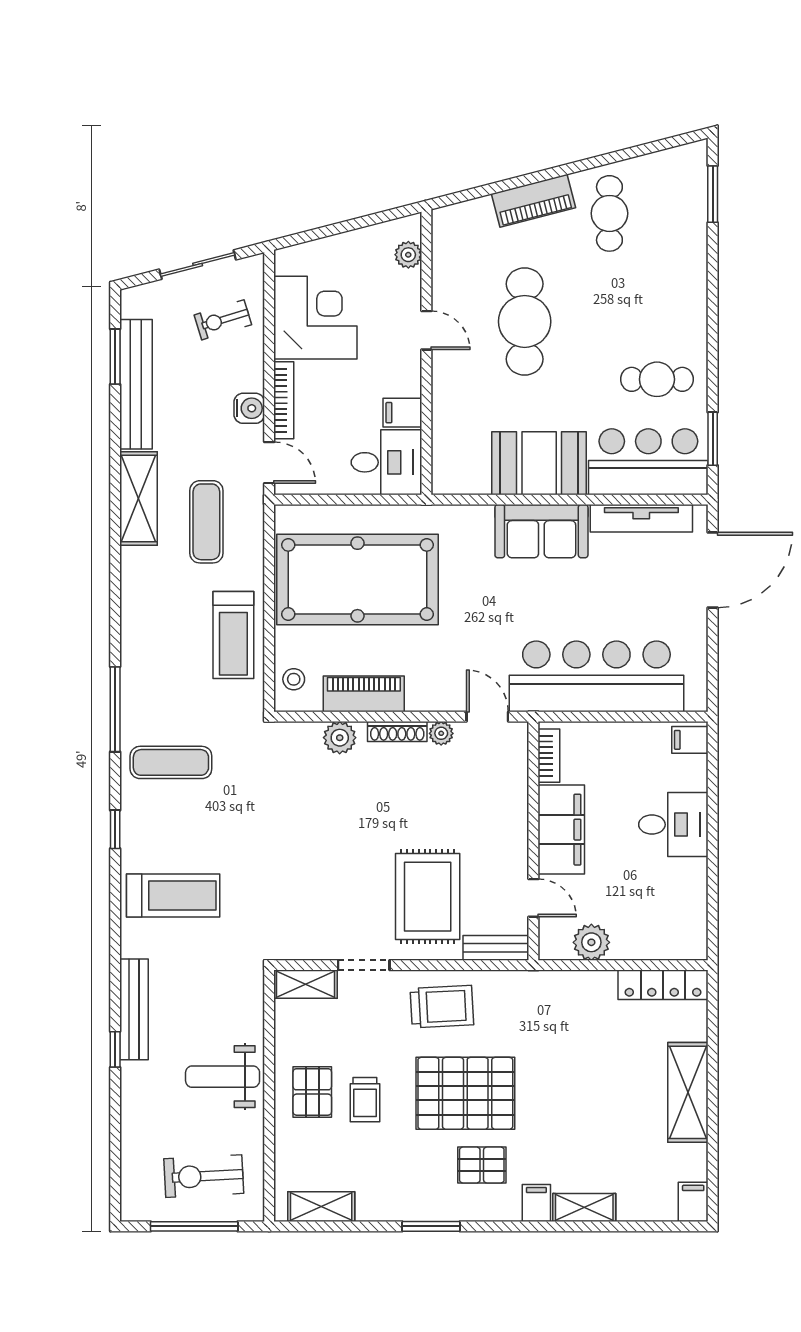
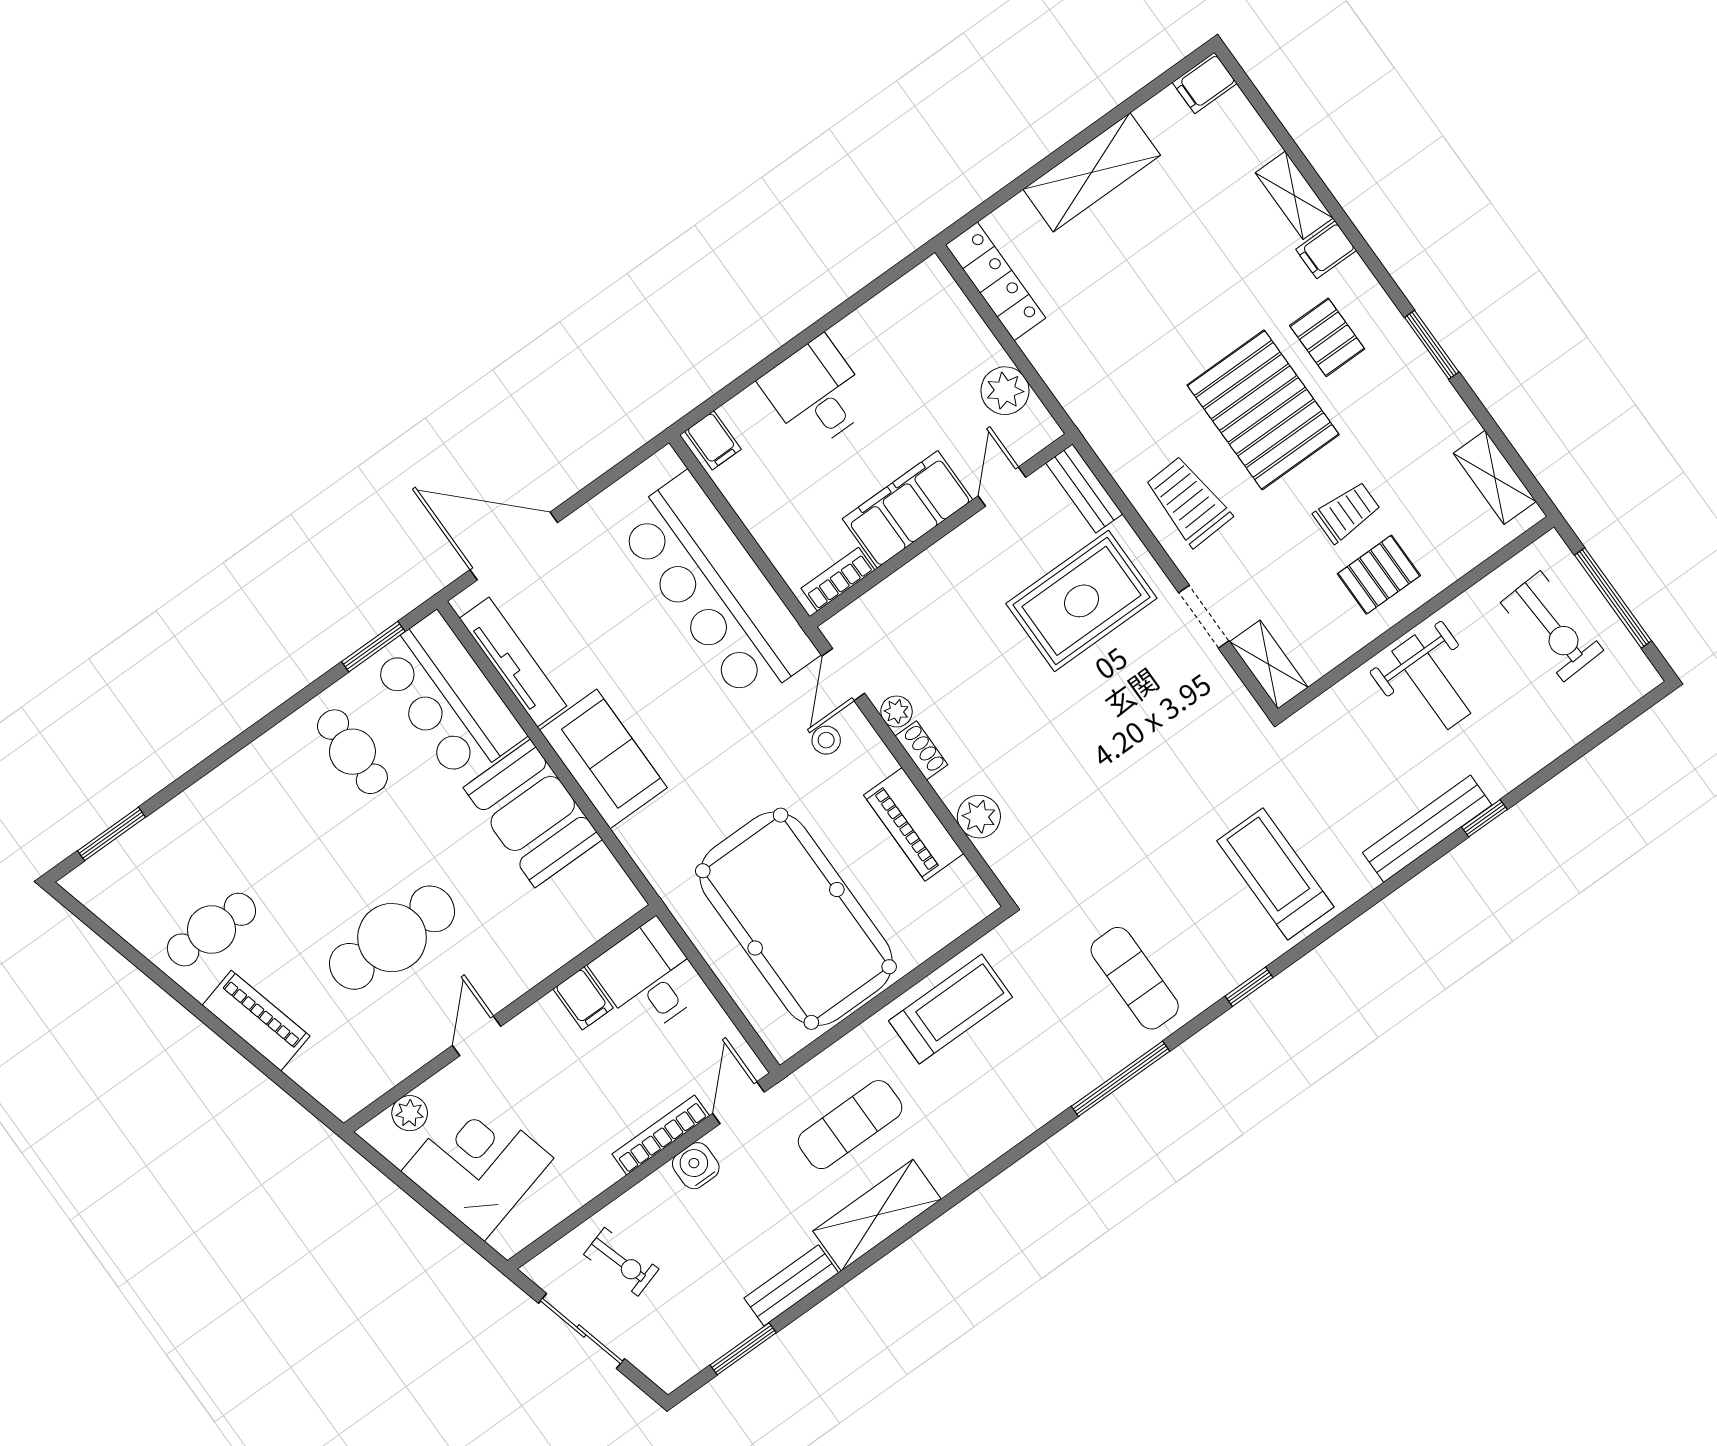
corner desk: (315, 318) -> (477, 1165), moved, turned 76
bench: (136, 384) -> (791, 1285), width x0.54, depth x0.82
stool: (294, 679) -> (826, 740), moved
shoe rack: (397, 731) -> (921, 750), width x0.70

